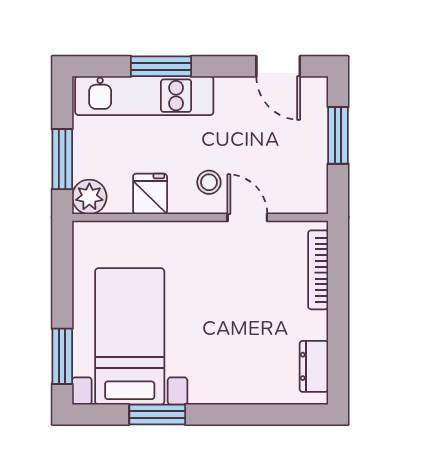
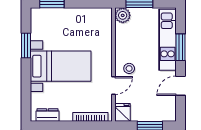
door: (278, 66) -> (181, 86), moved
fridge: (150, 194) -> (123, 112), moved, turned -90
bed with nightstands: (130, 336) -> (61, 66), moved

